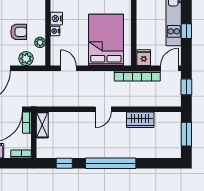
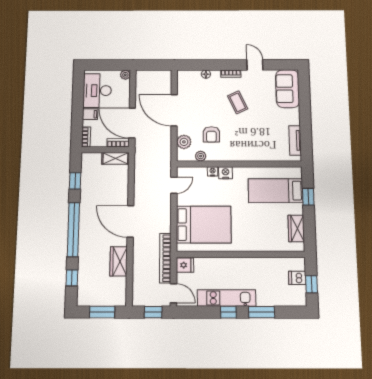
window: (186, 31) -> (228, 312), moved
door: (103, 109) -> (130, 222), width x1.87
window: (155, 163) -> (72, 278), added

